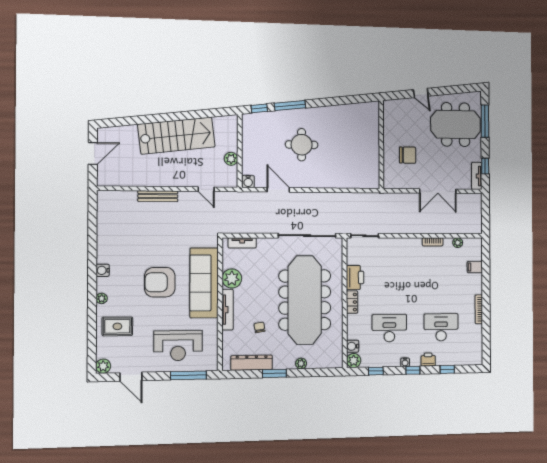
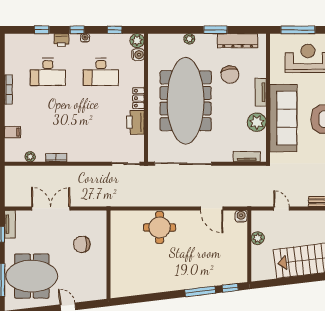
round table: (302, 145) -> (160, 227), moved
tv unit: (228, 310) -> (261, 92), width x0.71
chair: (260, 327) -> (230, 75), width x1.87, depth x1.87

